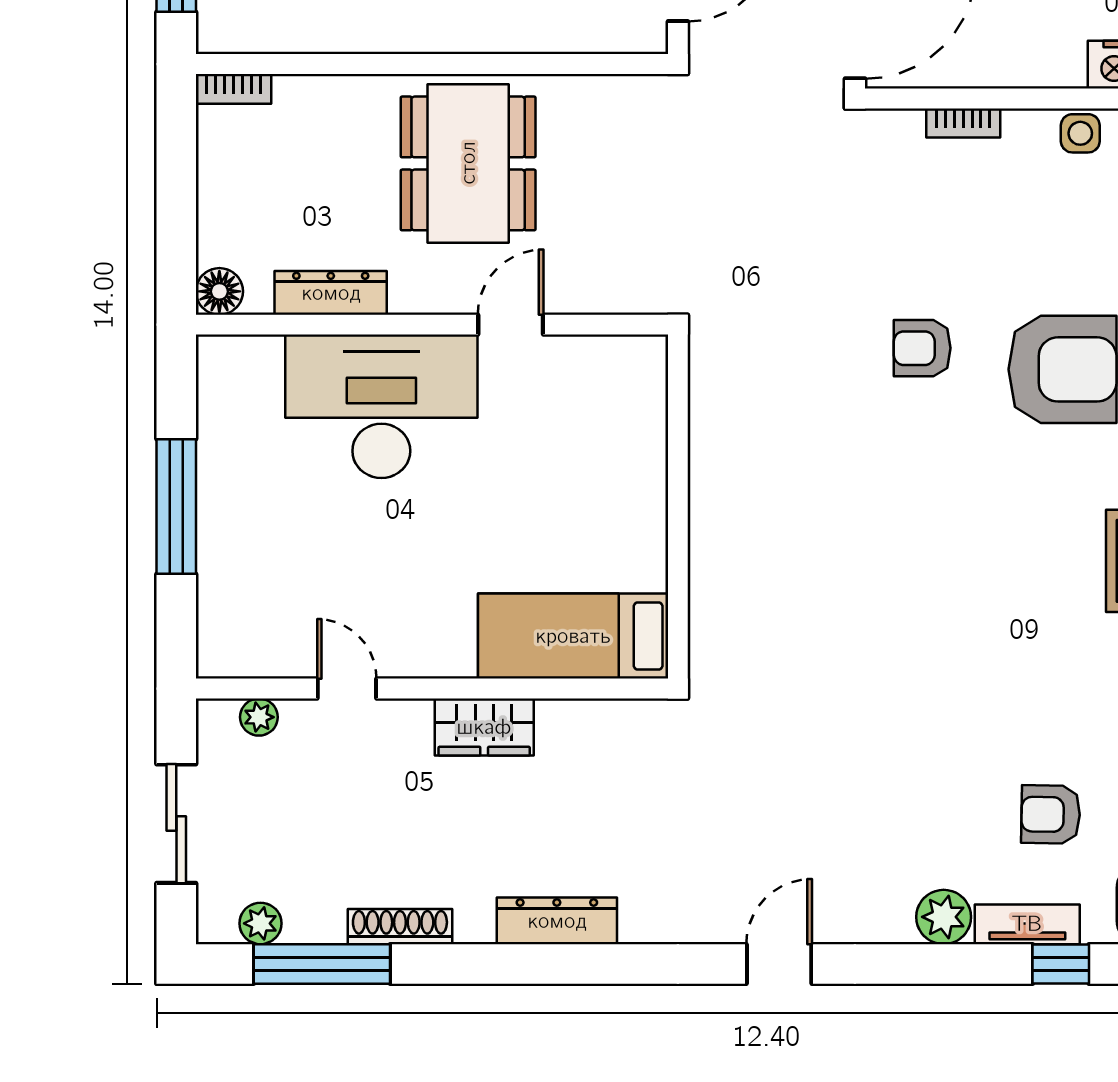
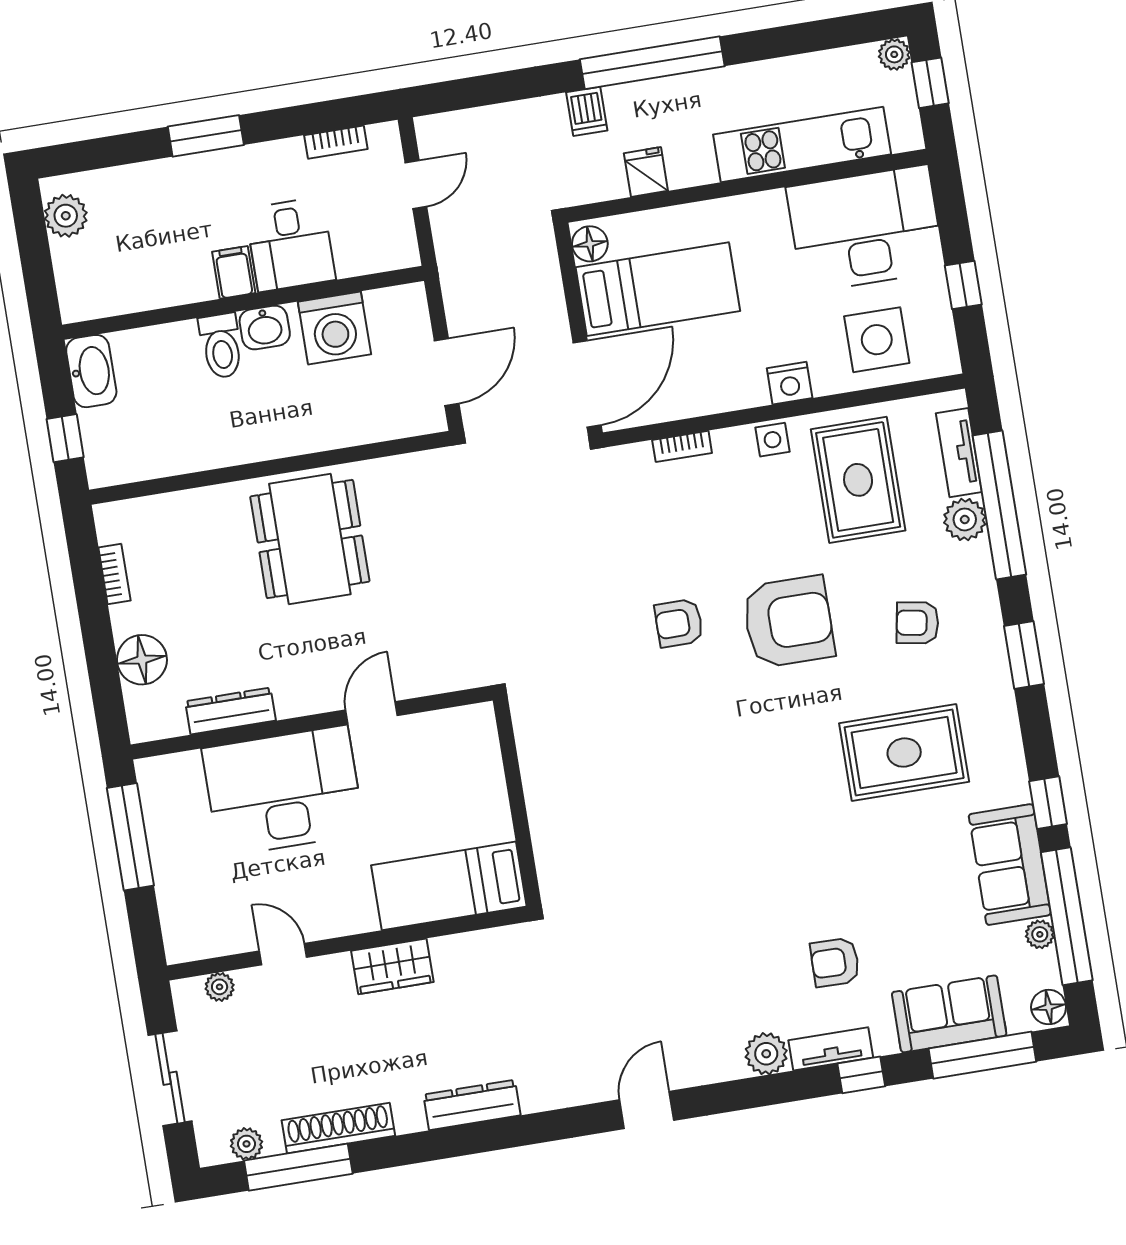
bookcase: (233, 89) -> (114, 574), moved, turned -90
floor lamp: (219, 291) -> (142, 660), width x1.38, depth x1.38
dresser: (331, 293) -> (231, 711), moved
wall: (432, 325) -> (312, 722), moved
door: (511, 325) -> (372, 713), moved
desk: (381, 406) -> (283, 791), moved
shoe rack: (400, 927) -> (338, 1128), width x1.36, depth x1.24

